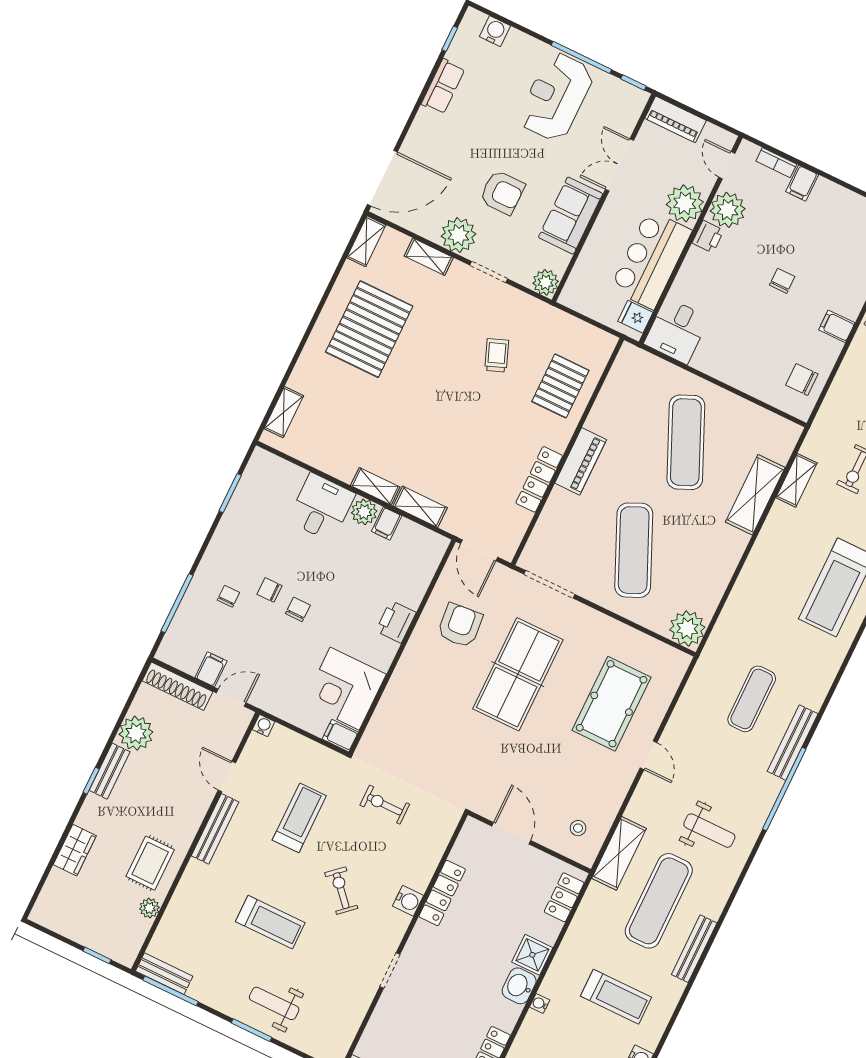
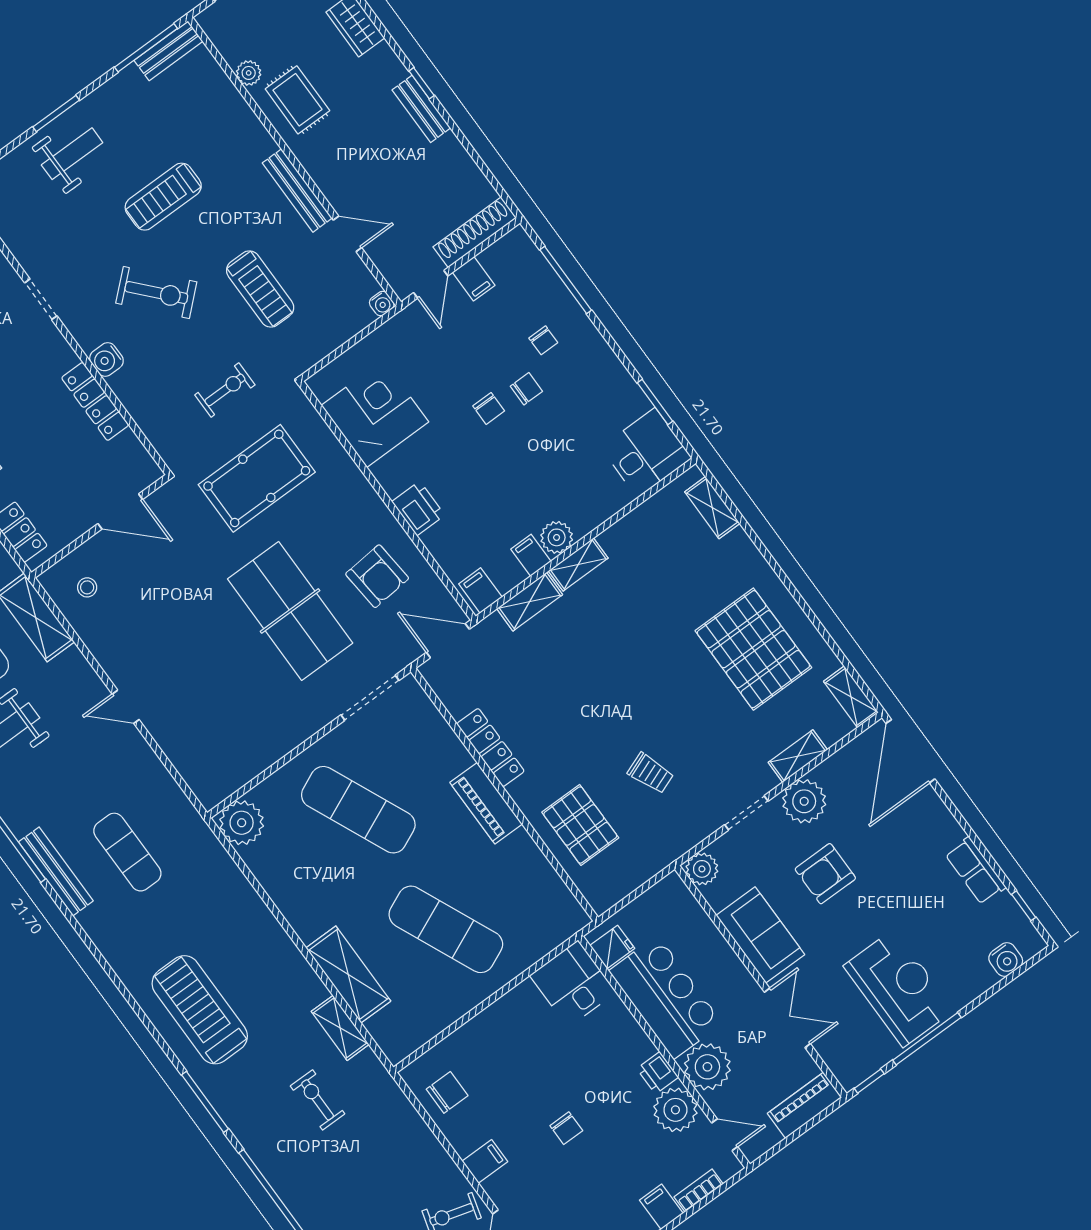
desk: (321, 507) -> (646, 453), moved, turned -90
pool table: (612, 704) -> (257, 478), moved, turned 90
plant: (136, 733) -> (447, 160), removed
filing cabinet: (340, 736) -> (480, 590), moved, turned -90
exercise bike: (341, 891) -> (156, 293), width x1.38, depth x1.39

